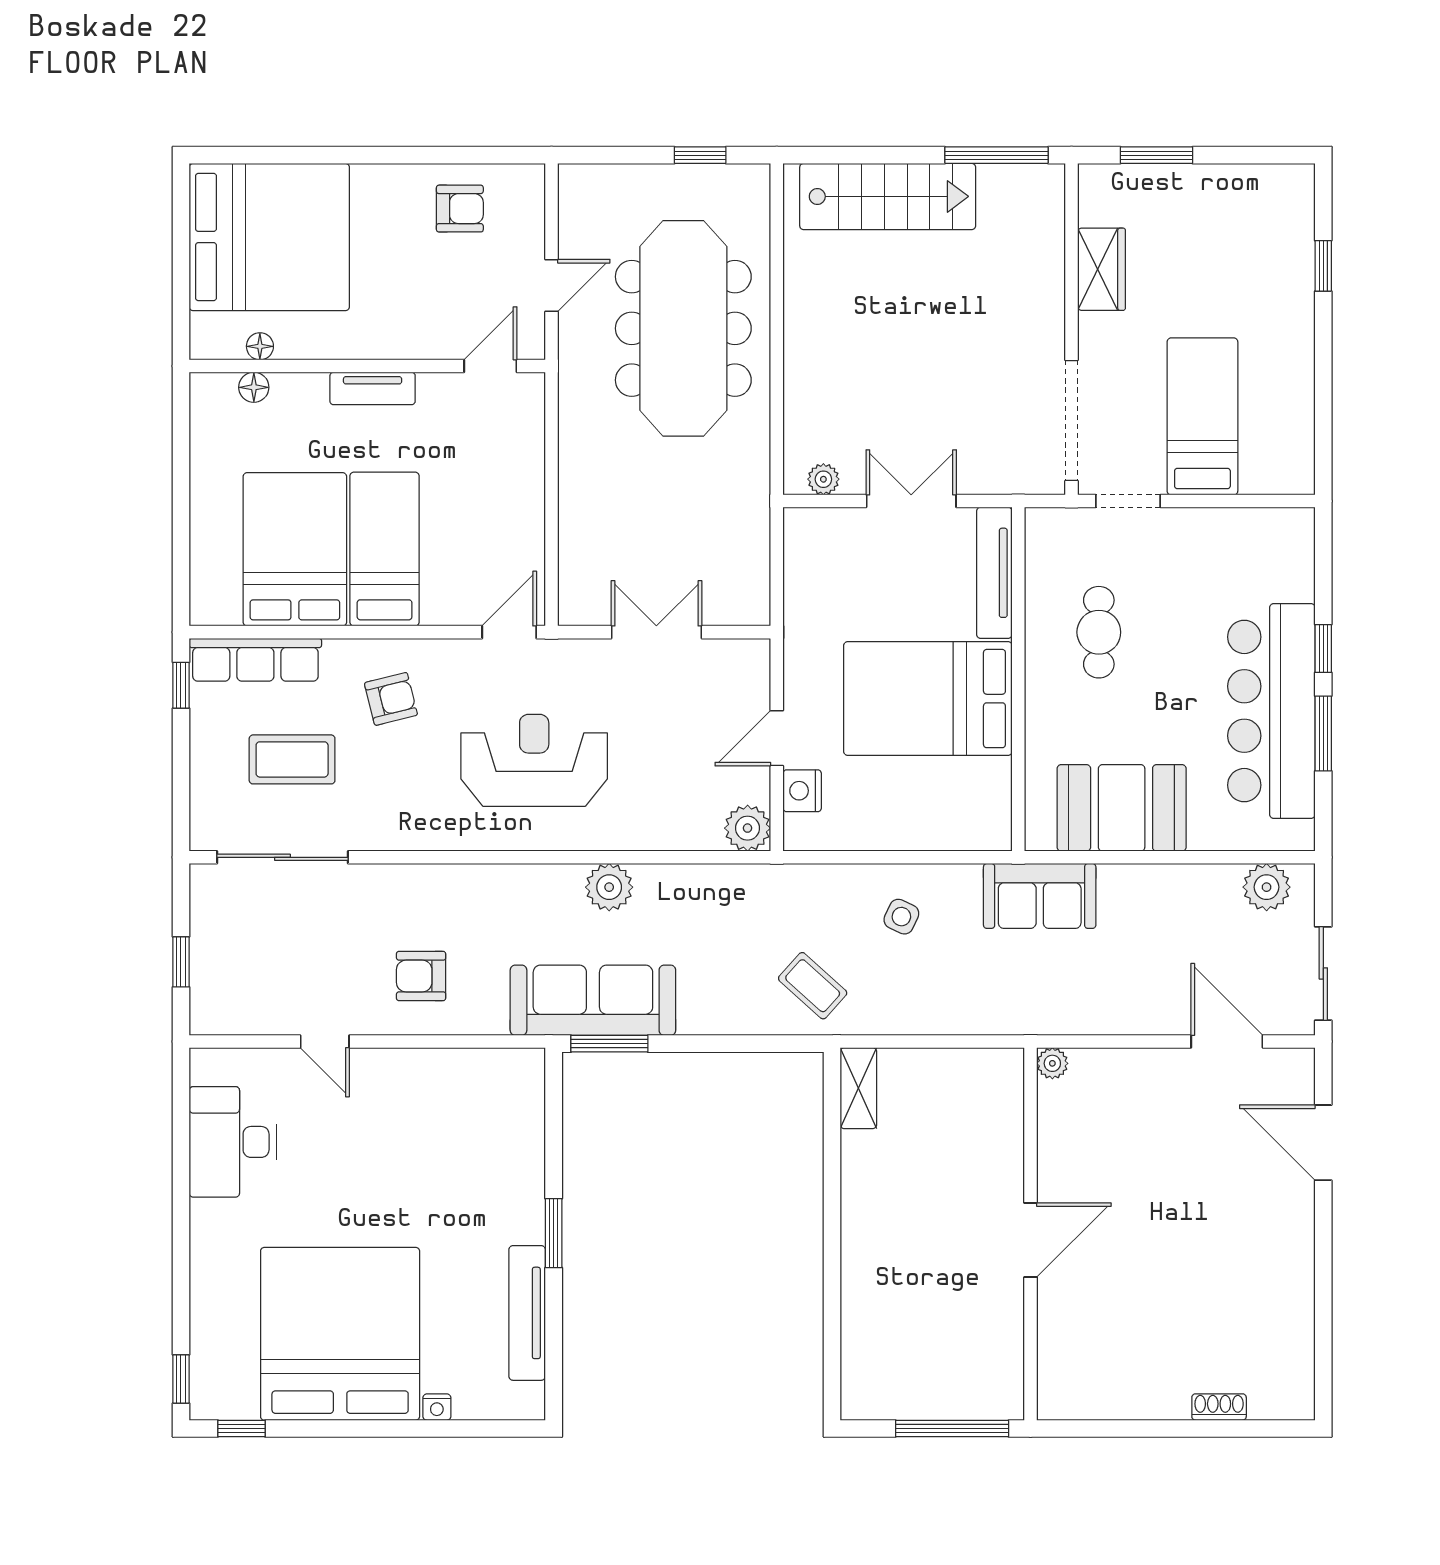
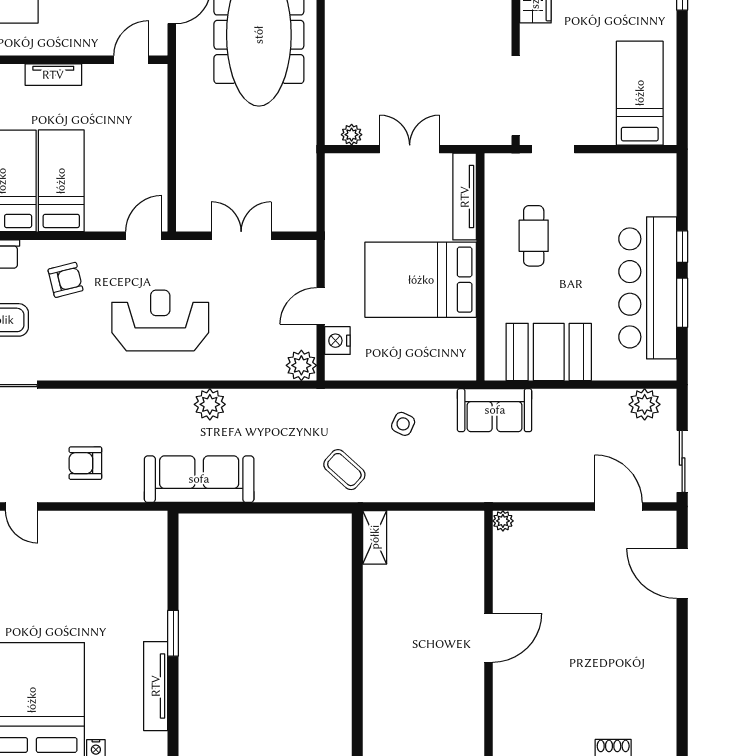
bed: (1202, 416) -> (640, 93), moved
window: (609, 1044) -> (210, 508), removed

